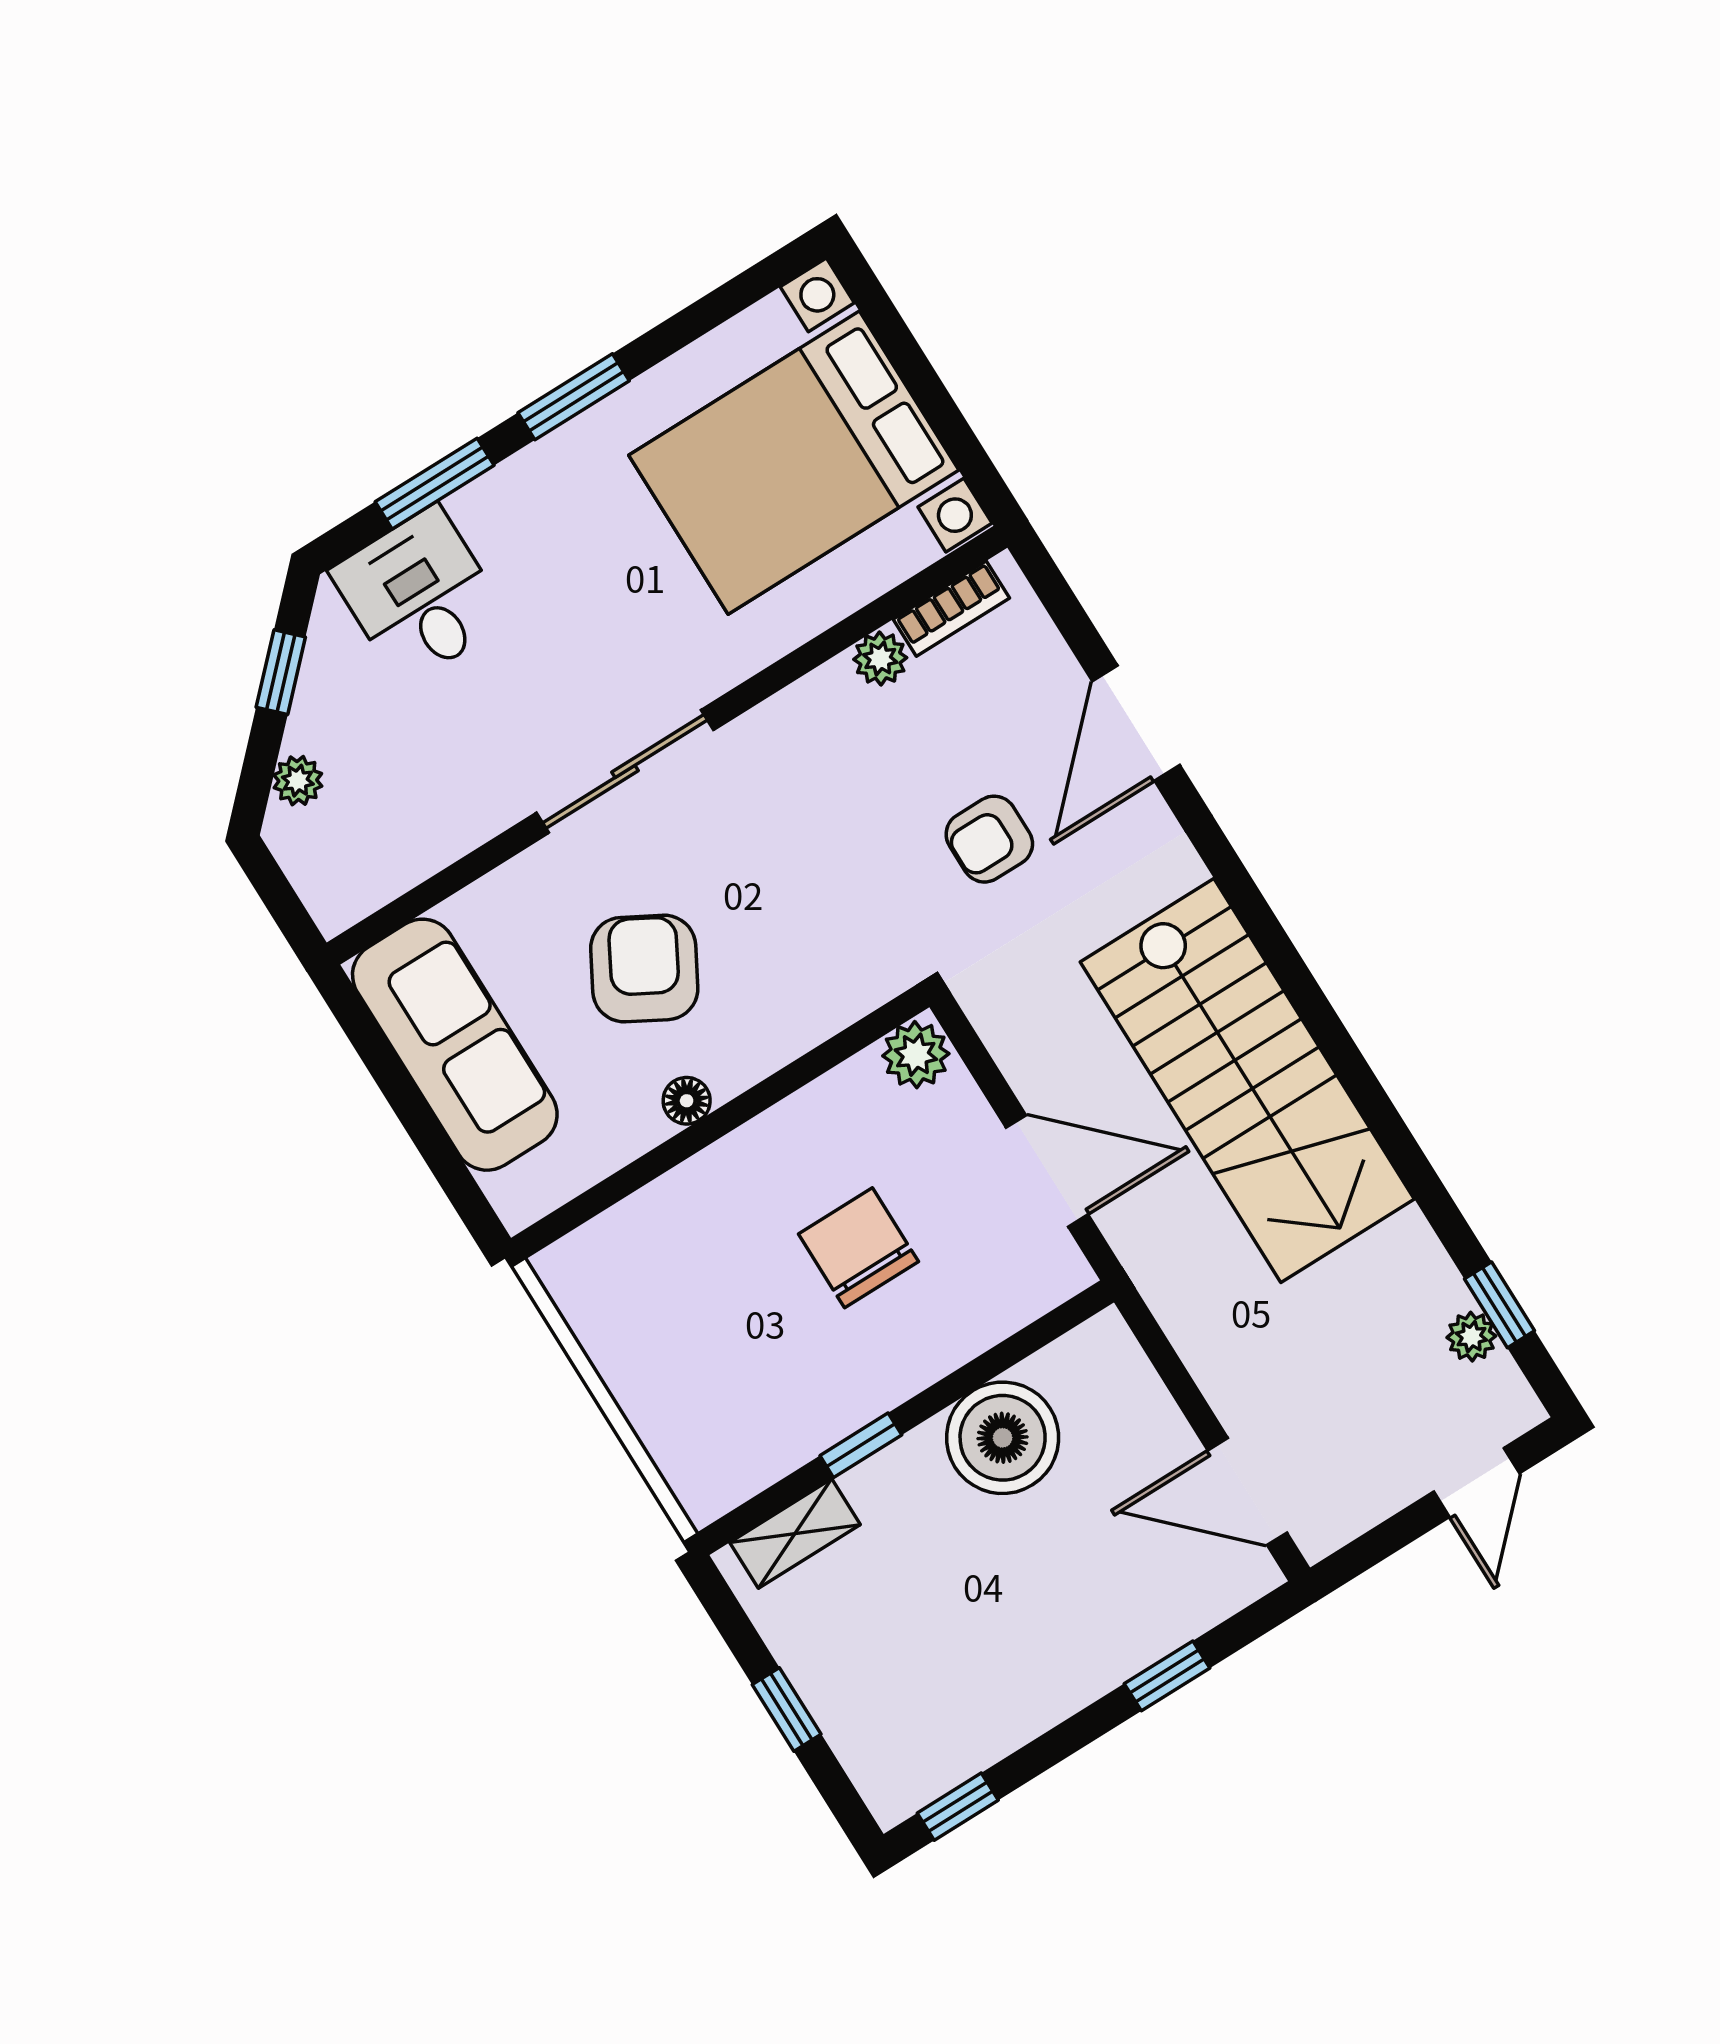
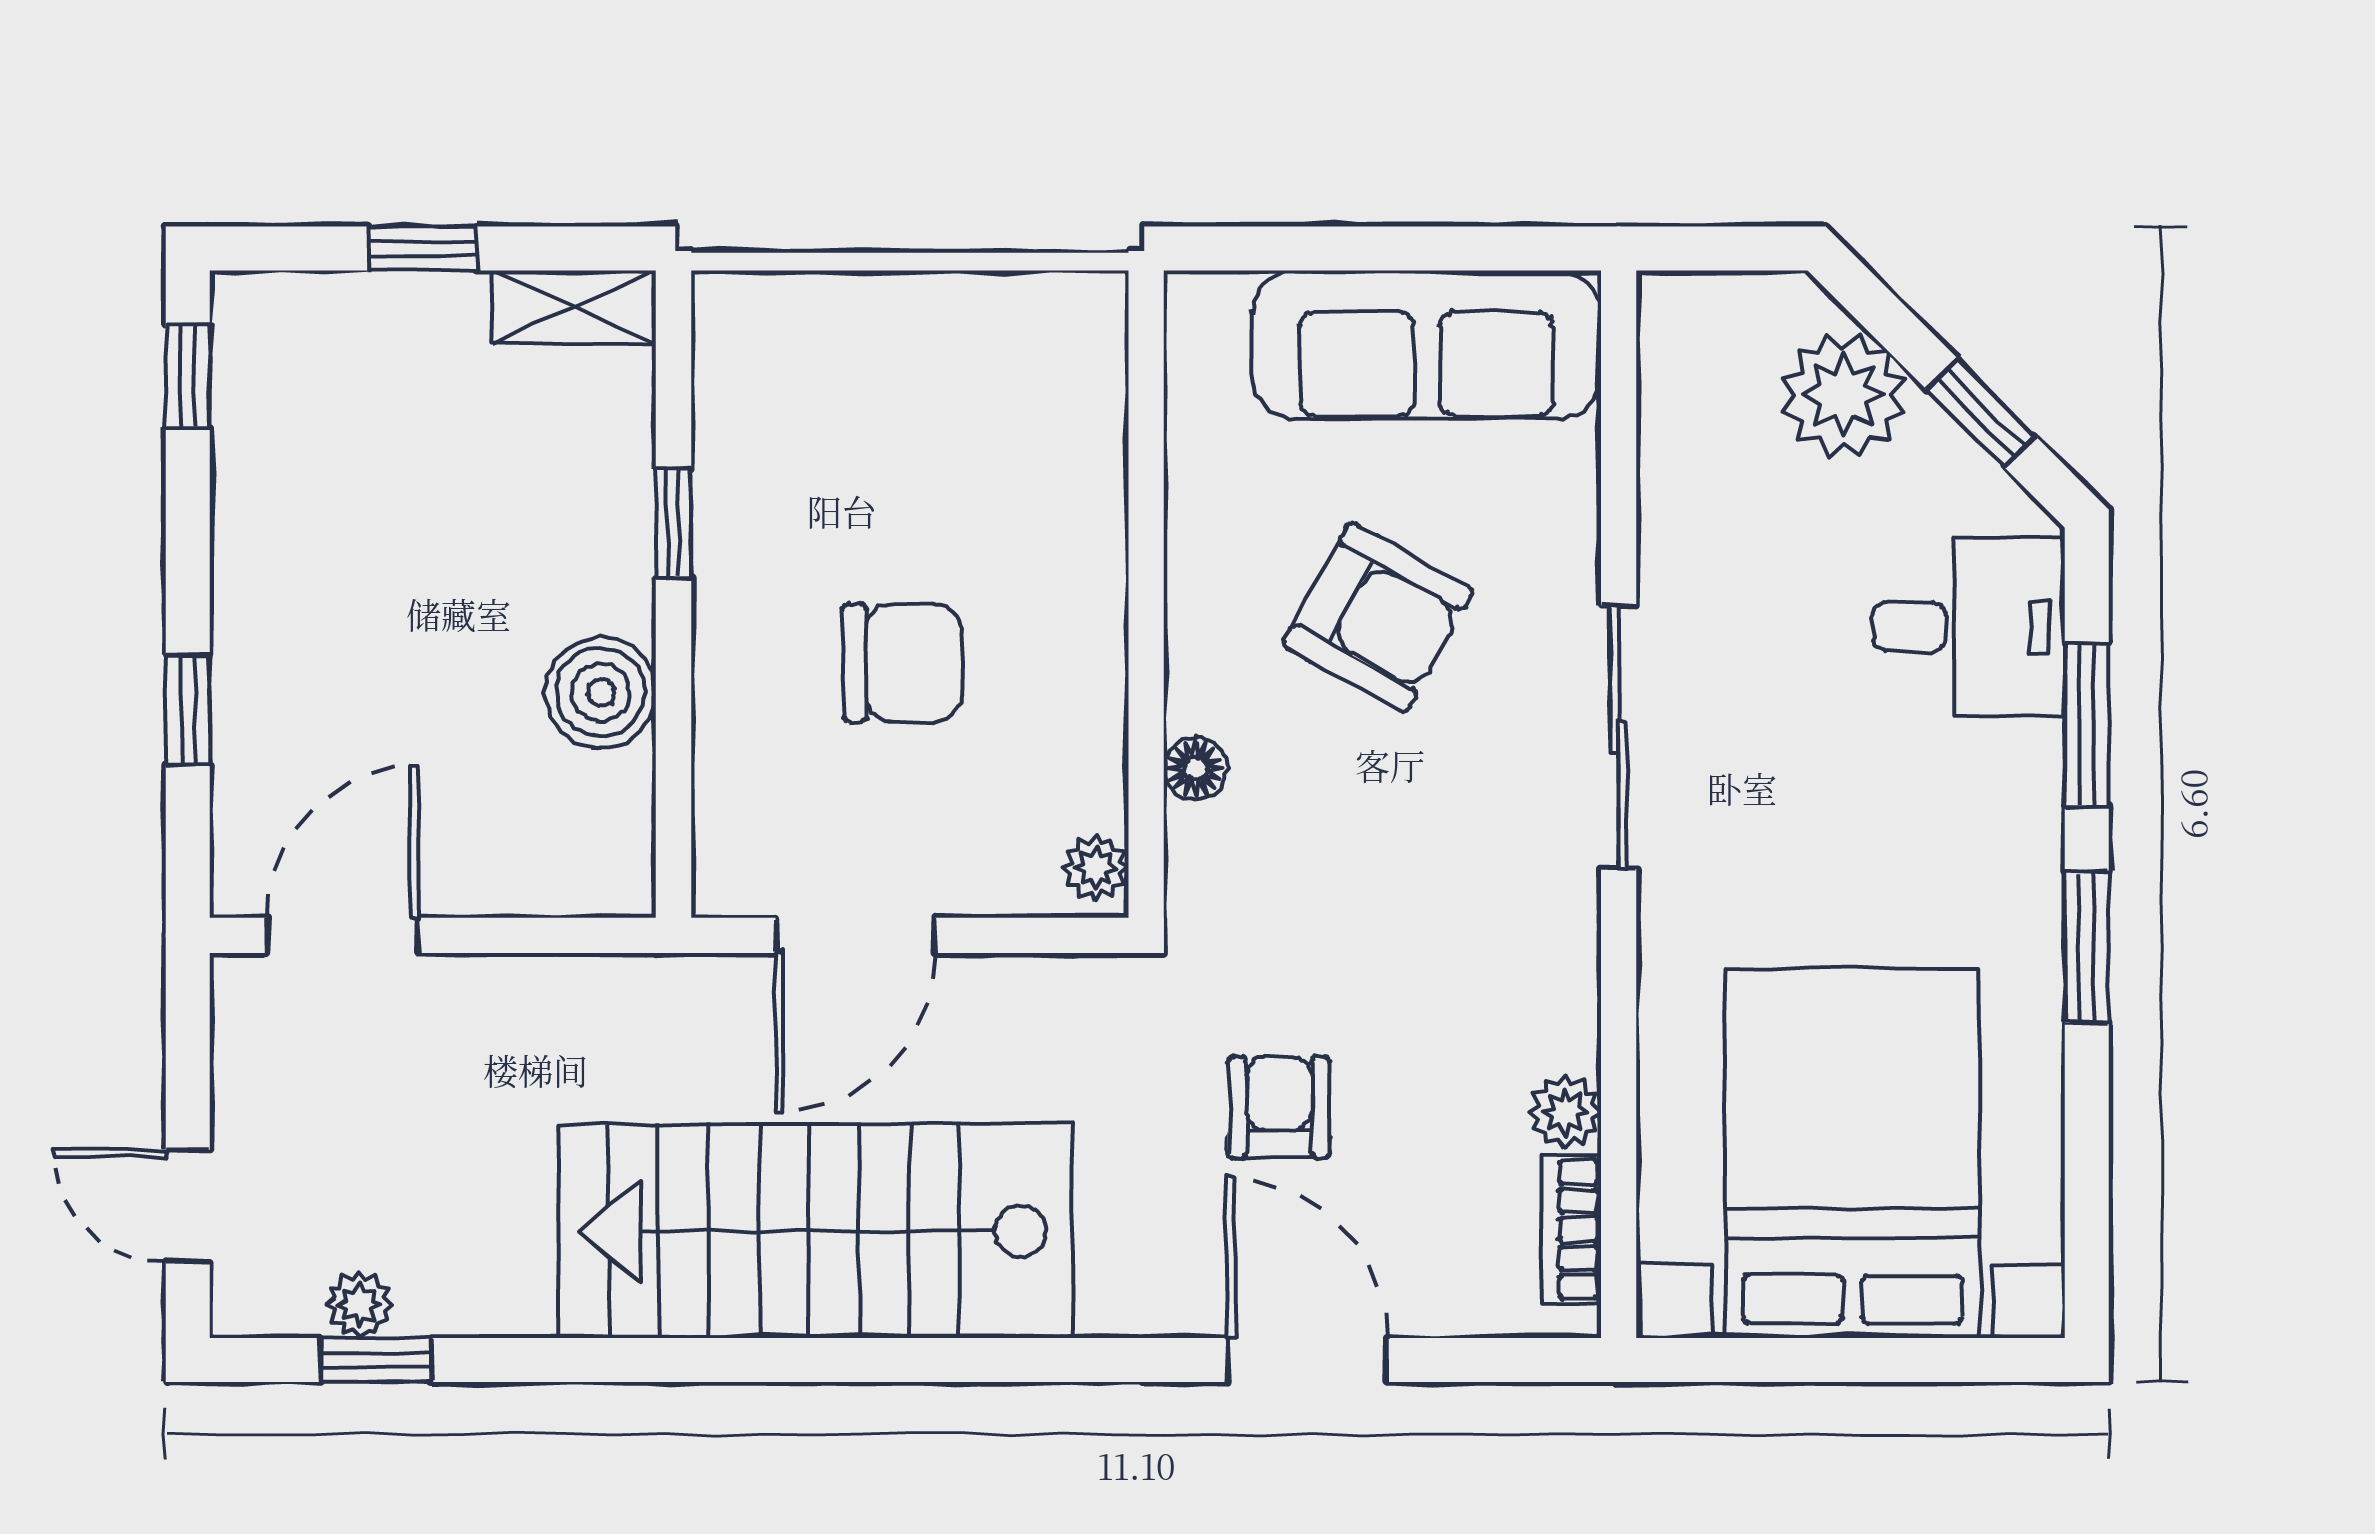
plant: (298, 781) -> (1843, 396), width x1.88, depth x1.88
plant: (916, 1055) -> (1096, 868), width x0.73, depth x0.73
floor lamp: (687, 1101) -> (1195, 768), moved
boiler: (1003, 1438) -> (600, 692), width x0.73, depth x0.73
shelving: (795, 1534) -> (574, 307), moved, turned 90

